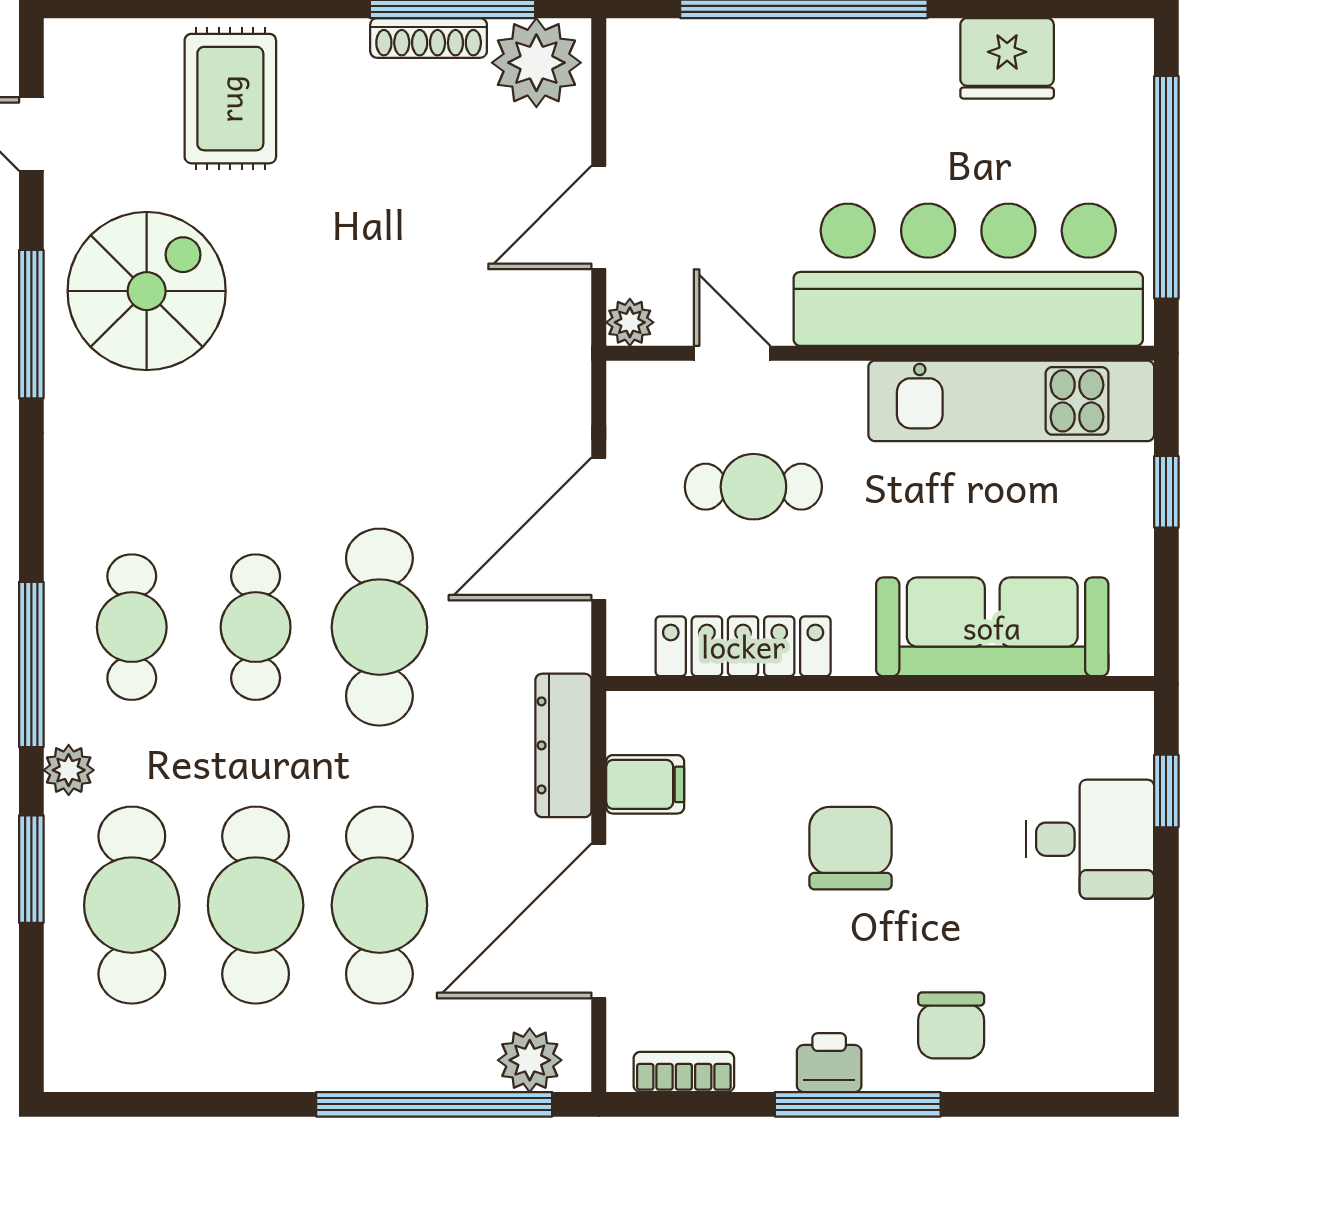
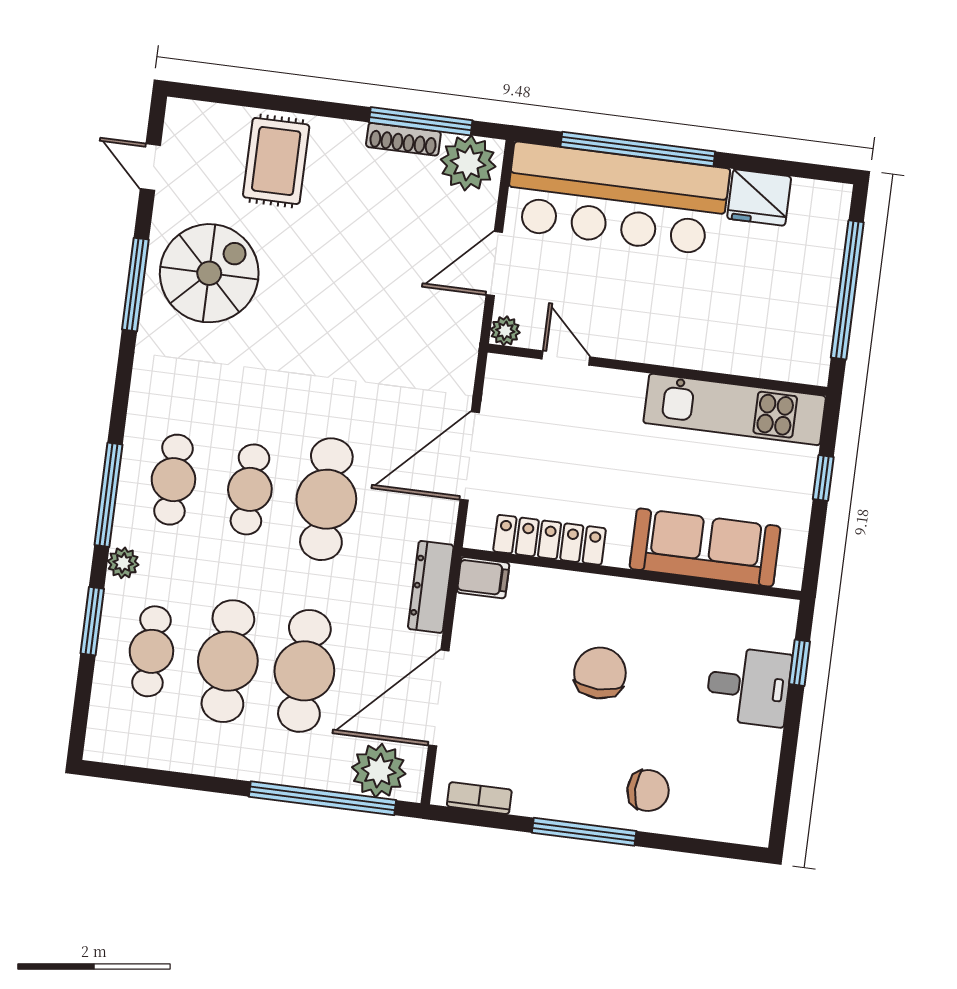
bar counter: (968, 275) -> (617, 199), moved, turned 180
cafe table: (753, 487) -> (569, 442), removed
filing cabinet: (645, 784) -> (483, 578), moved
cafe table: (132, 905) -> (151, 651), width x0.73, depth x0.74
chair: (951, 1025) -> (648, 791), turned -90
plant: (530, 1060) -> (379, 771), width x1.36, depth x1.36
printer: (829, 1063) -> (570, 804), removed

